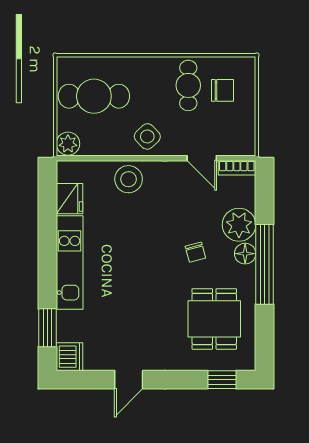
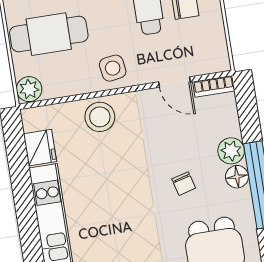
side table: (147, 136) -> (113, 68), turned 34
plant: (239, 225) -> (231, 151), width x0.73, depth x0.73

